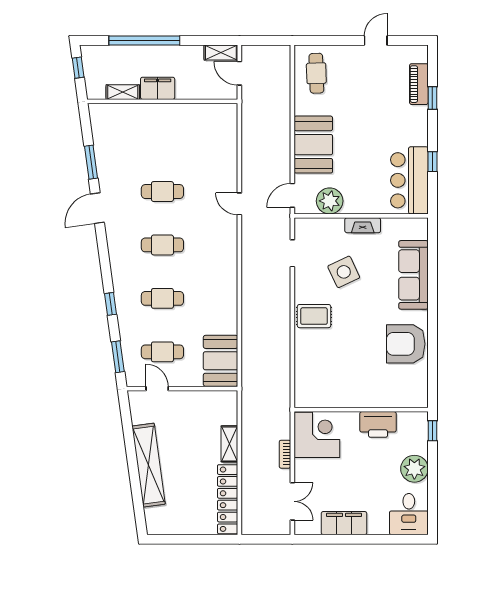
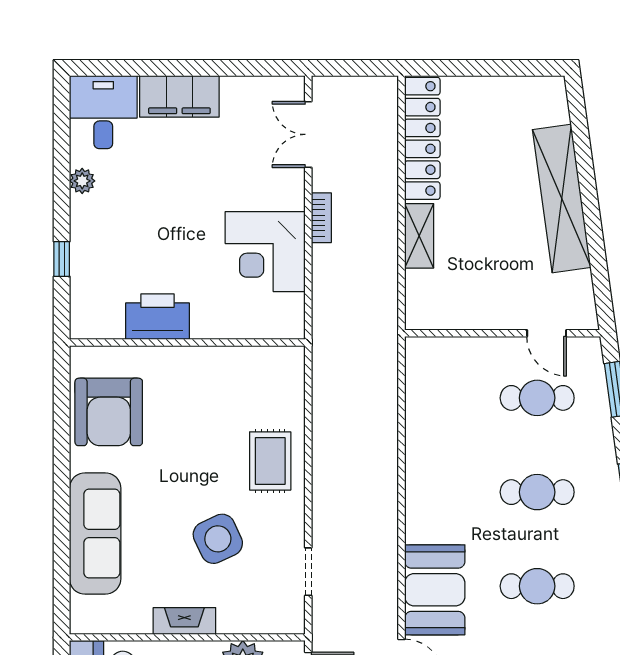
rug: (314, 316) -> (270, 461), turned 90
armchair: (406, 344) -> (109, 412), turned 90
booth: (221, 361) -> (435, 590), moved
wall: (361, 410) -> (187, 343), moved
printer: (378, 424) -> (157, 317), moved
plant: (414, 469) -> (82, 181), width x0.53, depth x0.53
filing cabinet: (344, 523) -> (179, 96), moved

